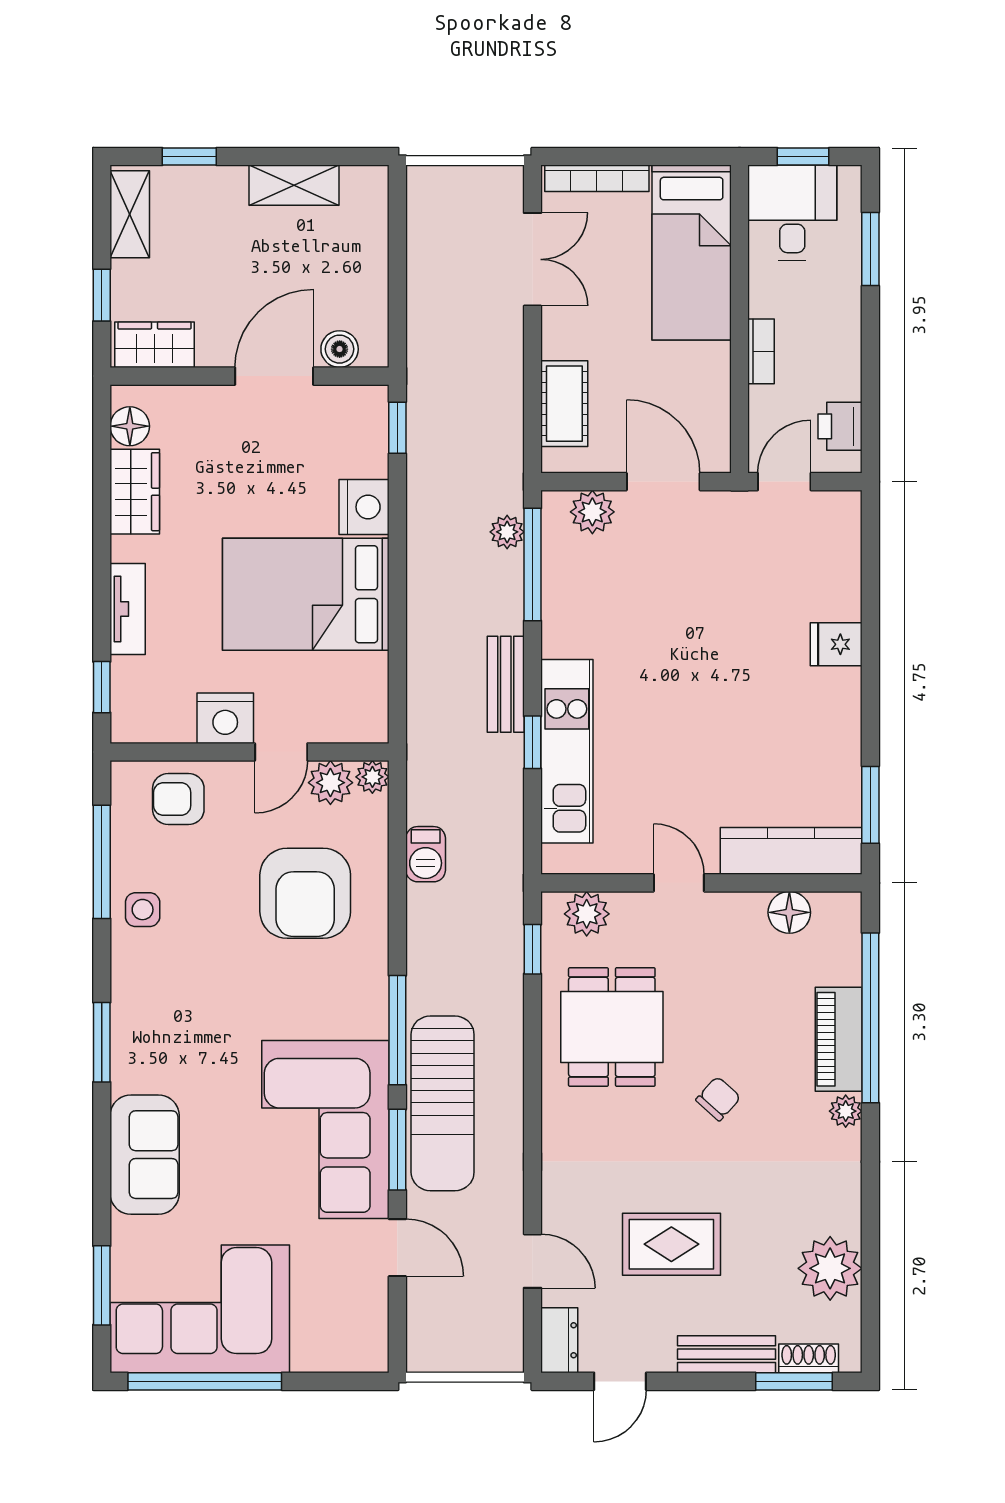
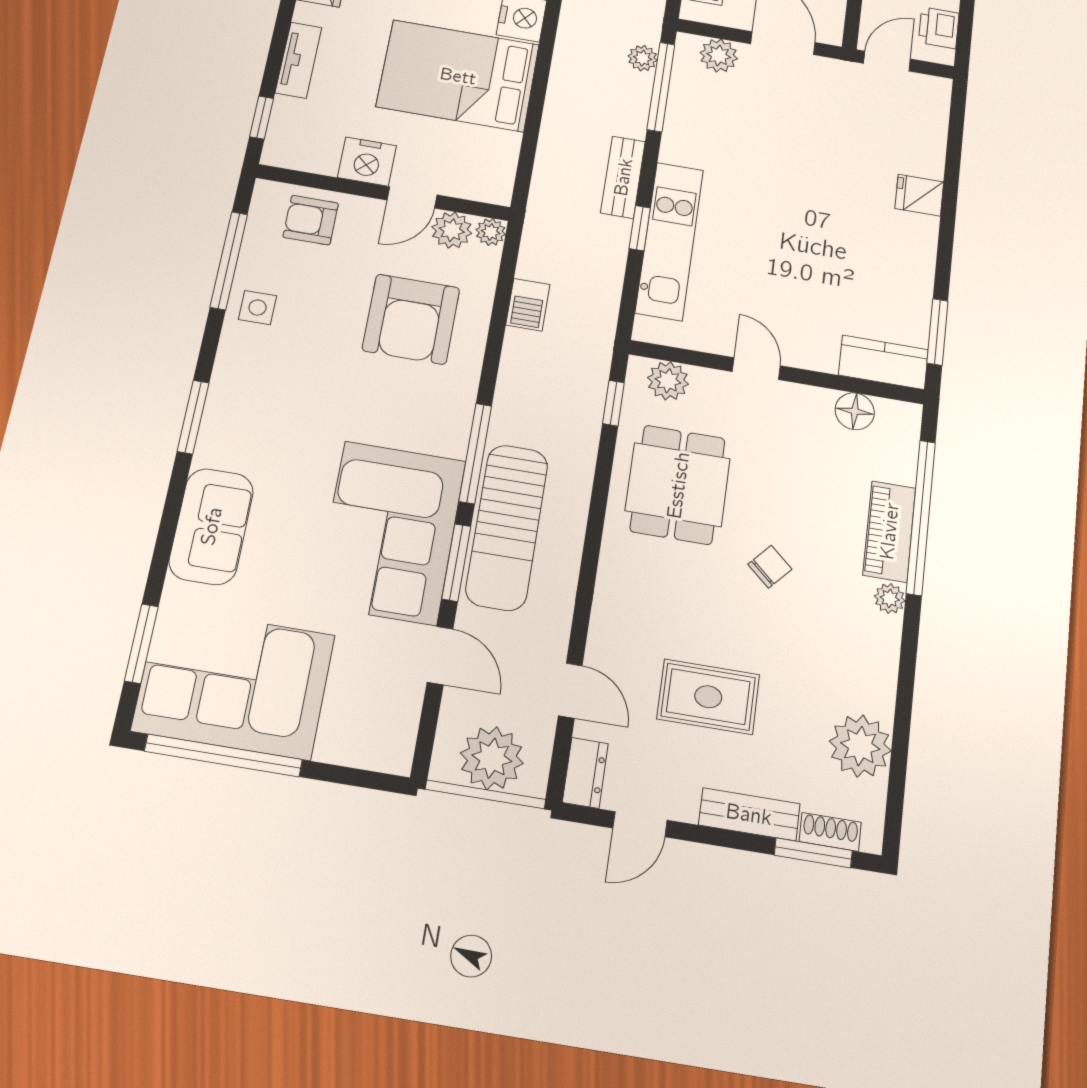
kitchen counter: (791, 851) -> (883, 362), width x0.67
plant: (465, 1341) -> (492, 758), added

